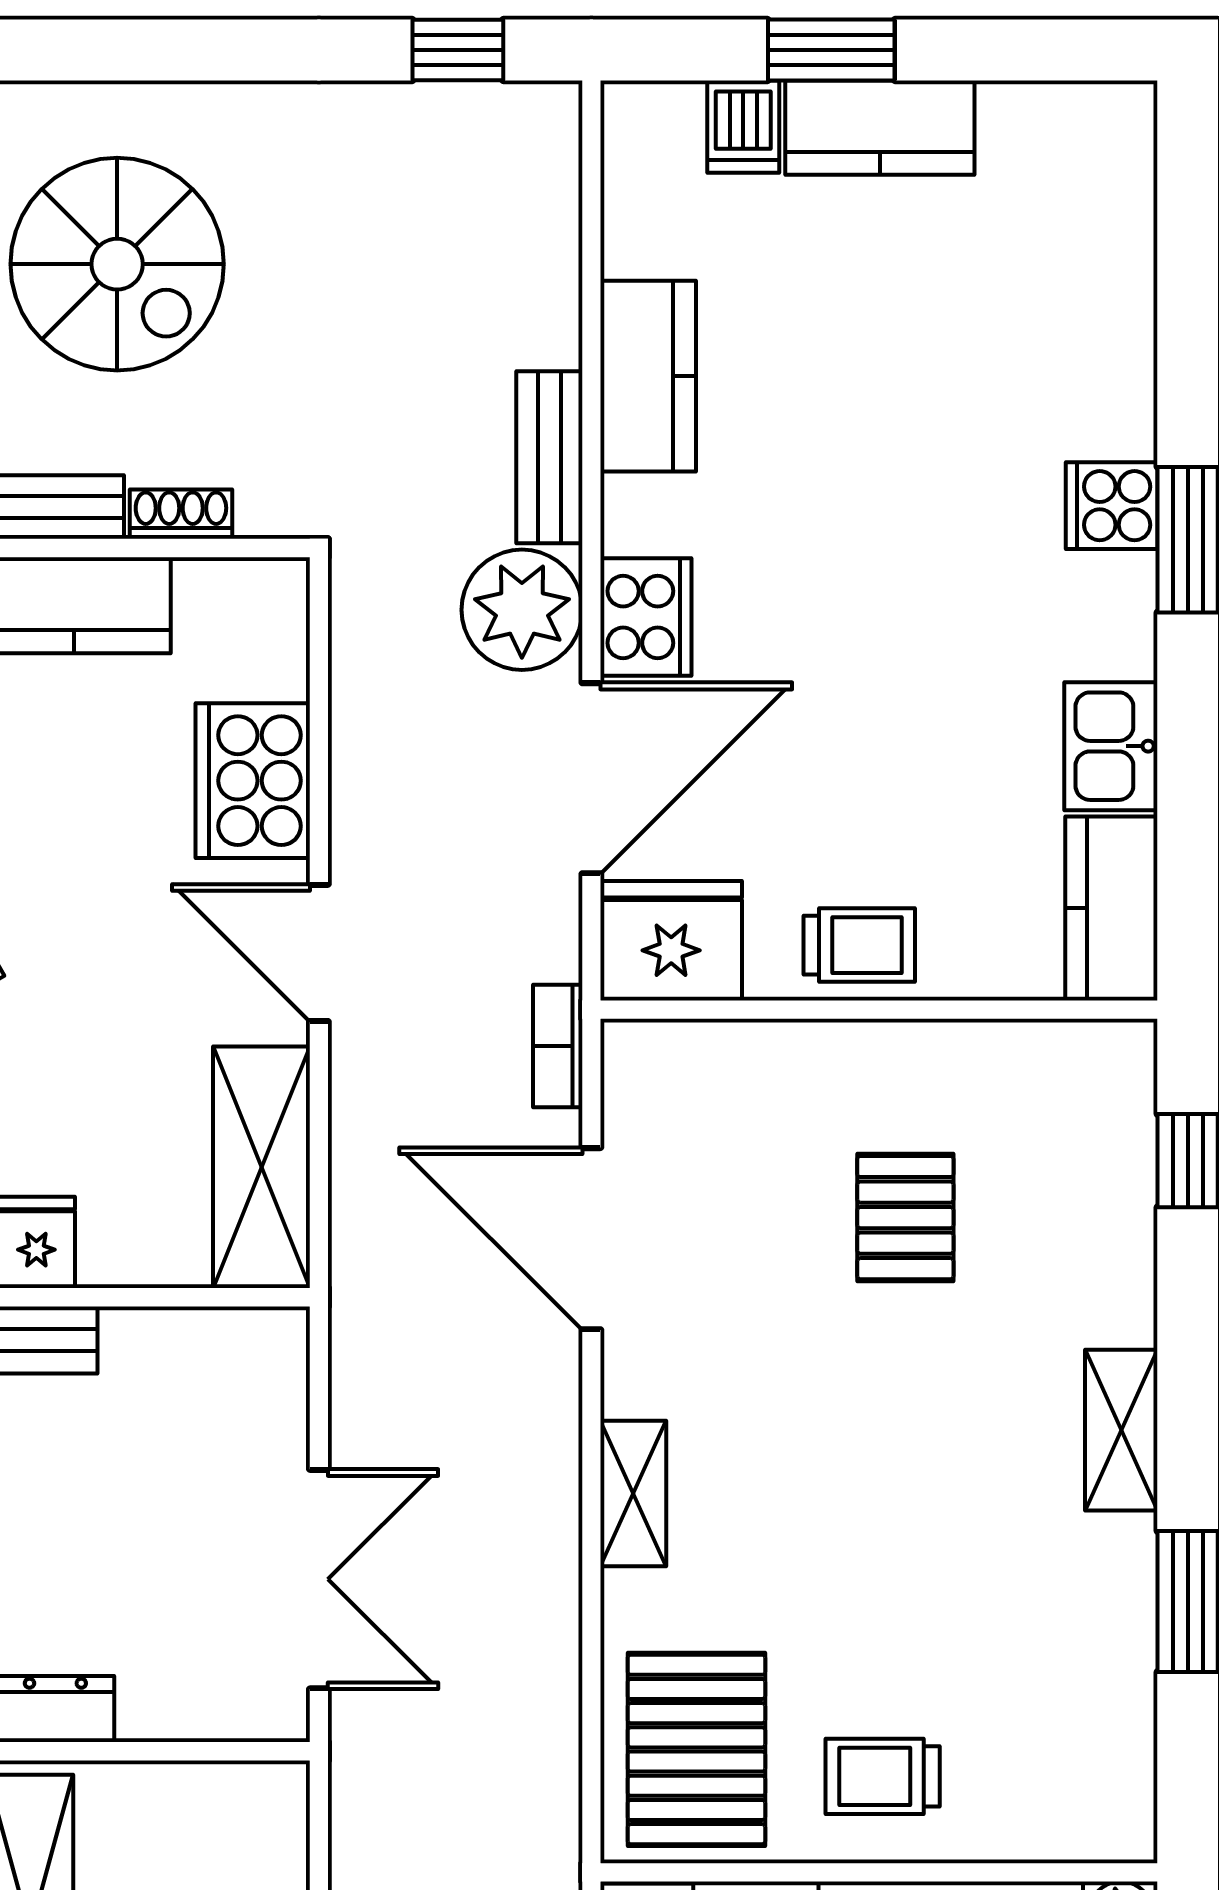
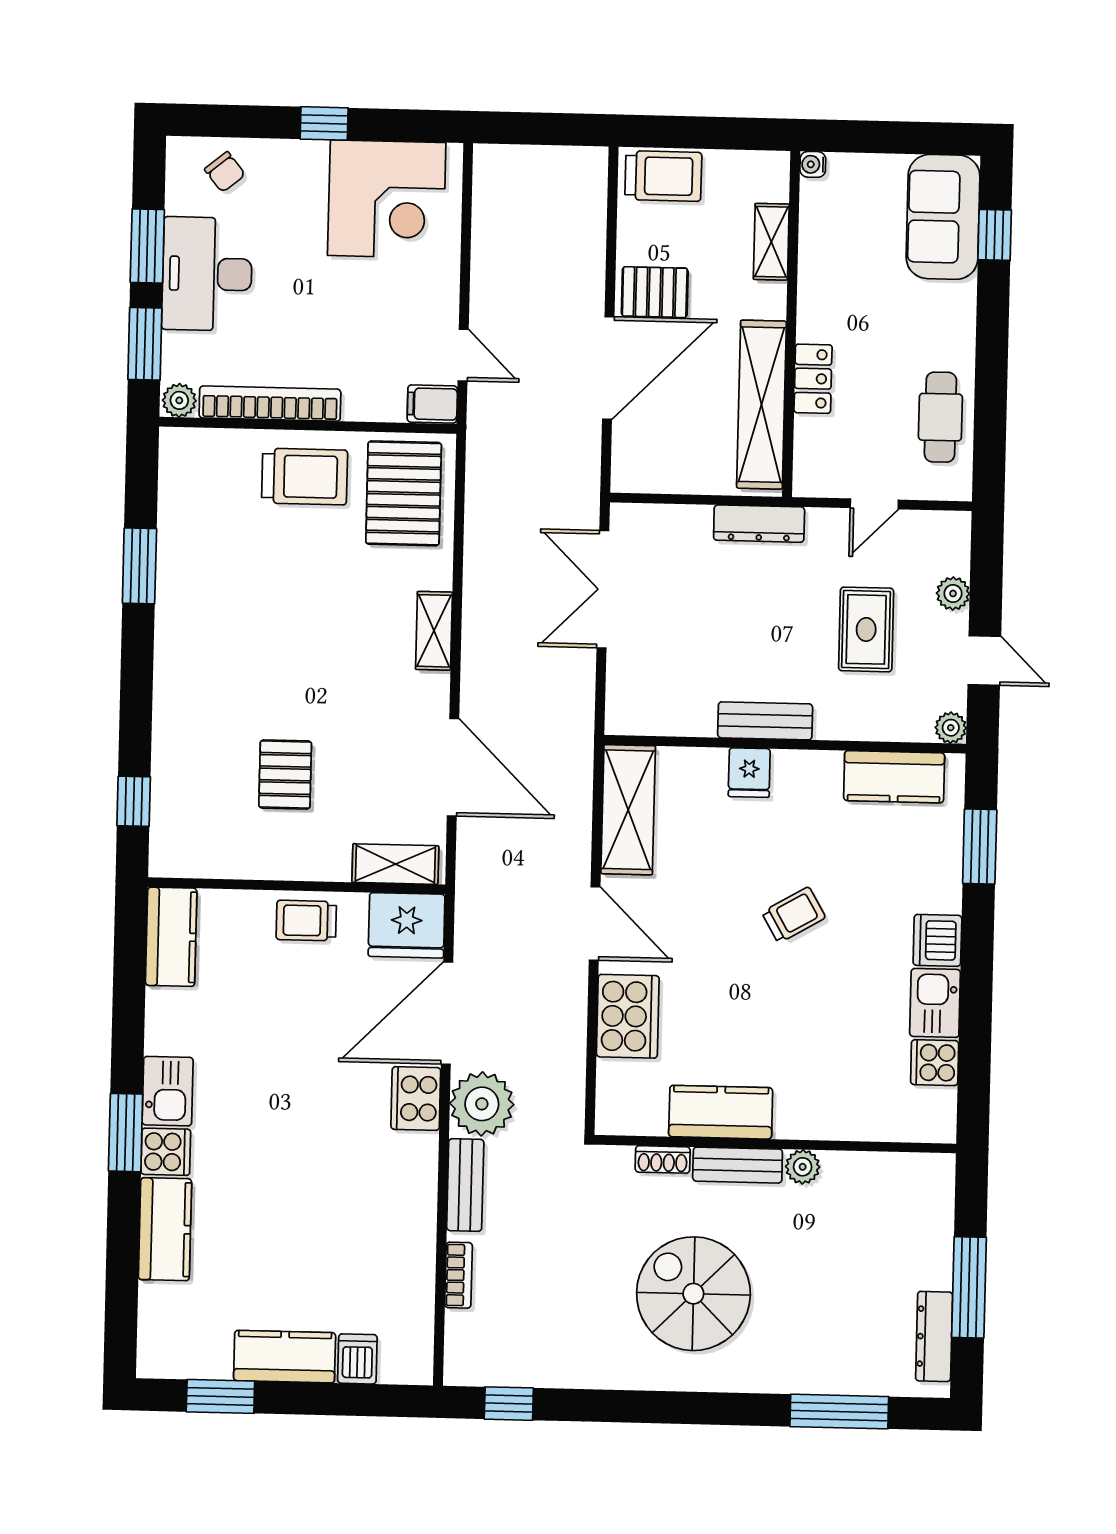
window: (831, 50) -> (220, 1396), moved
kitchen counter: (648, 376) -> (165, 1229), moved, turned 180
kitchen sink: (1111, 746) -> (168, 1091), moved
bookcase: (558, 1046) -> (459, 1275), moved
shelving: (1121, 1430) -> (395, 864), moved, turned 90
trolley: (883, 1776) -> (305, 477), width x1.36, depth x1.39

